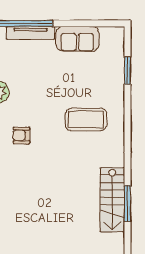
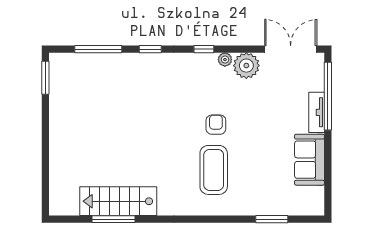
tv unit: (31, 33) -> (317, 112), width x0.71
armchair: (21, 135) -> (216, 125), moved

